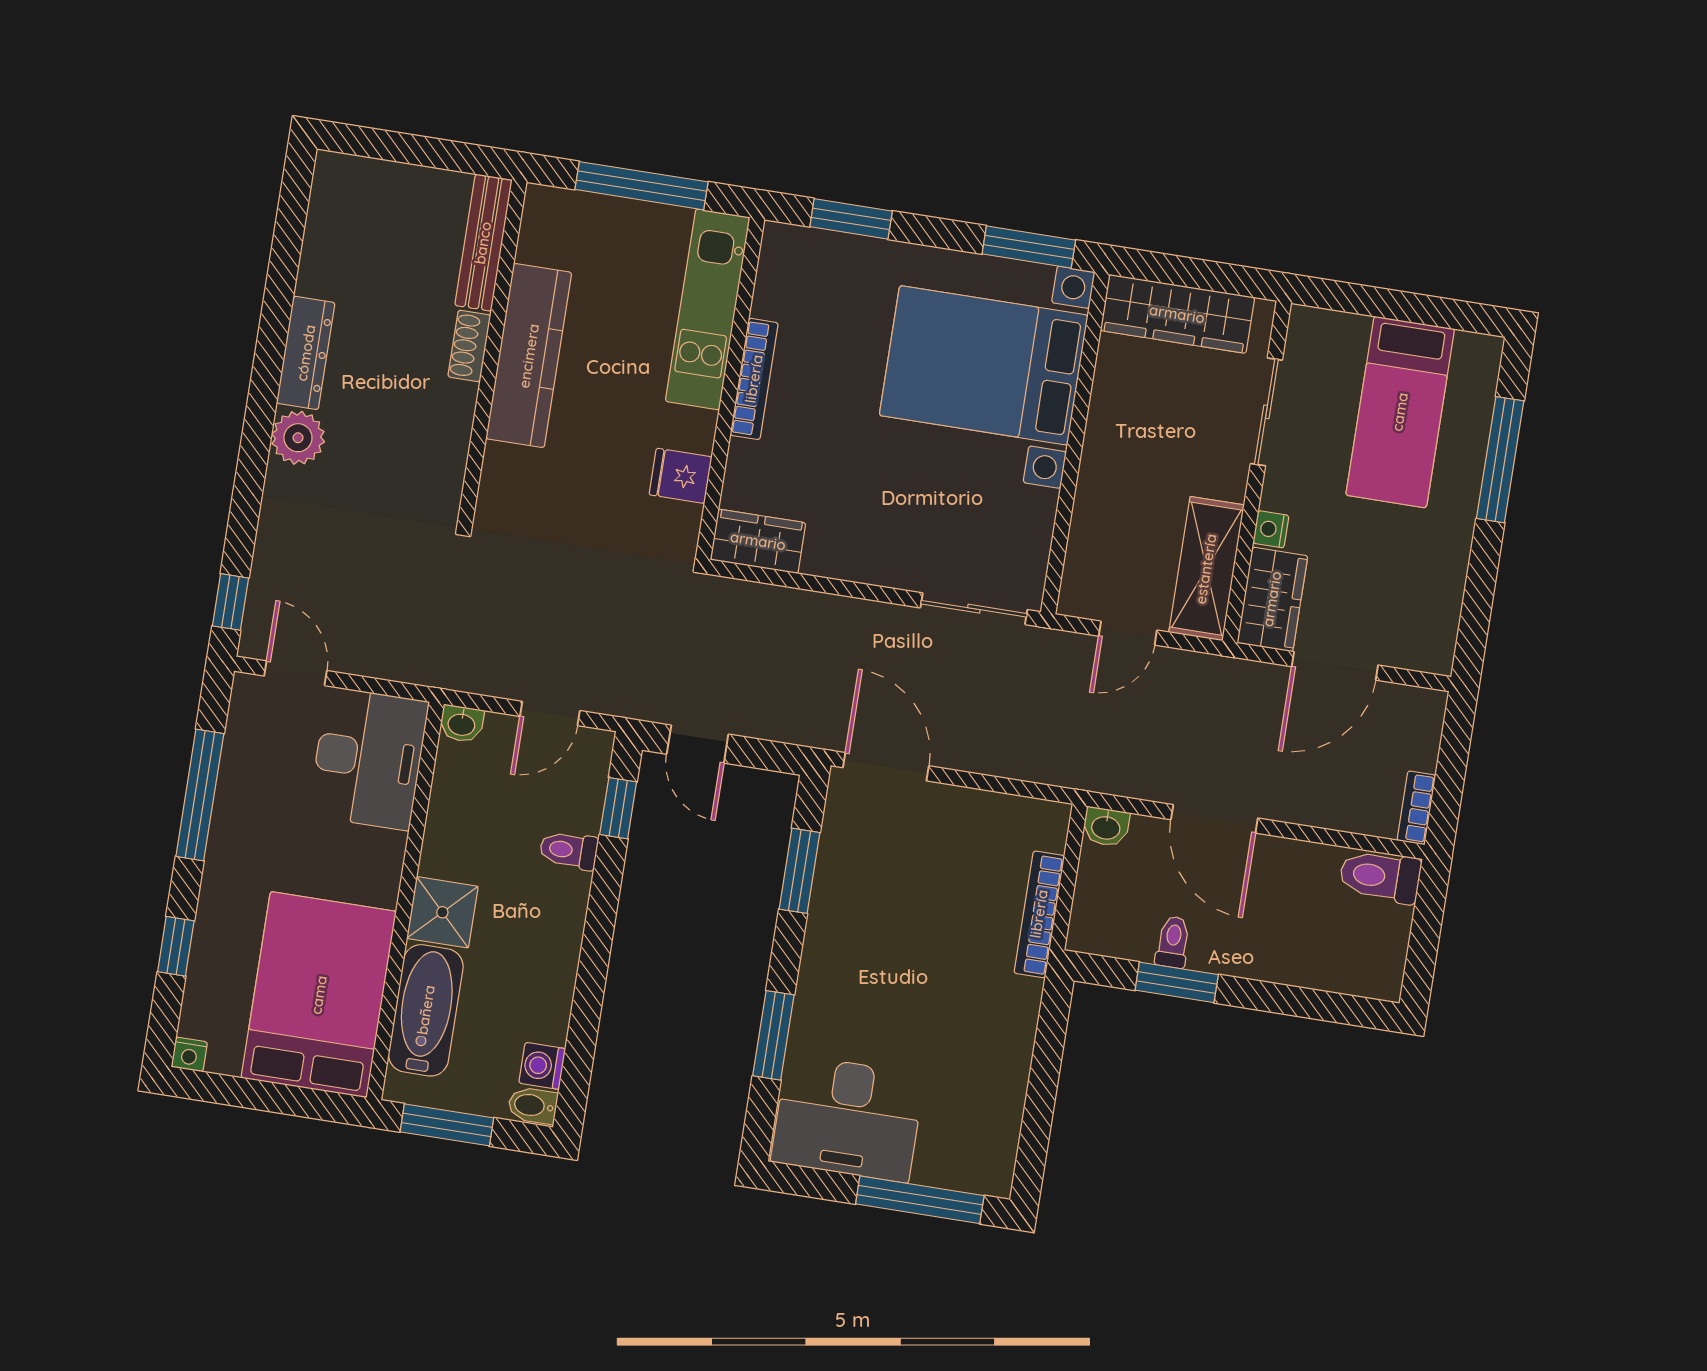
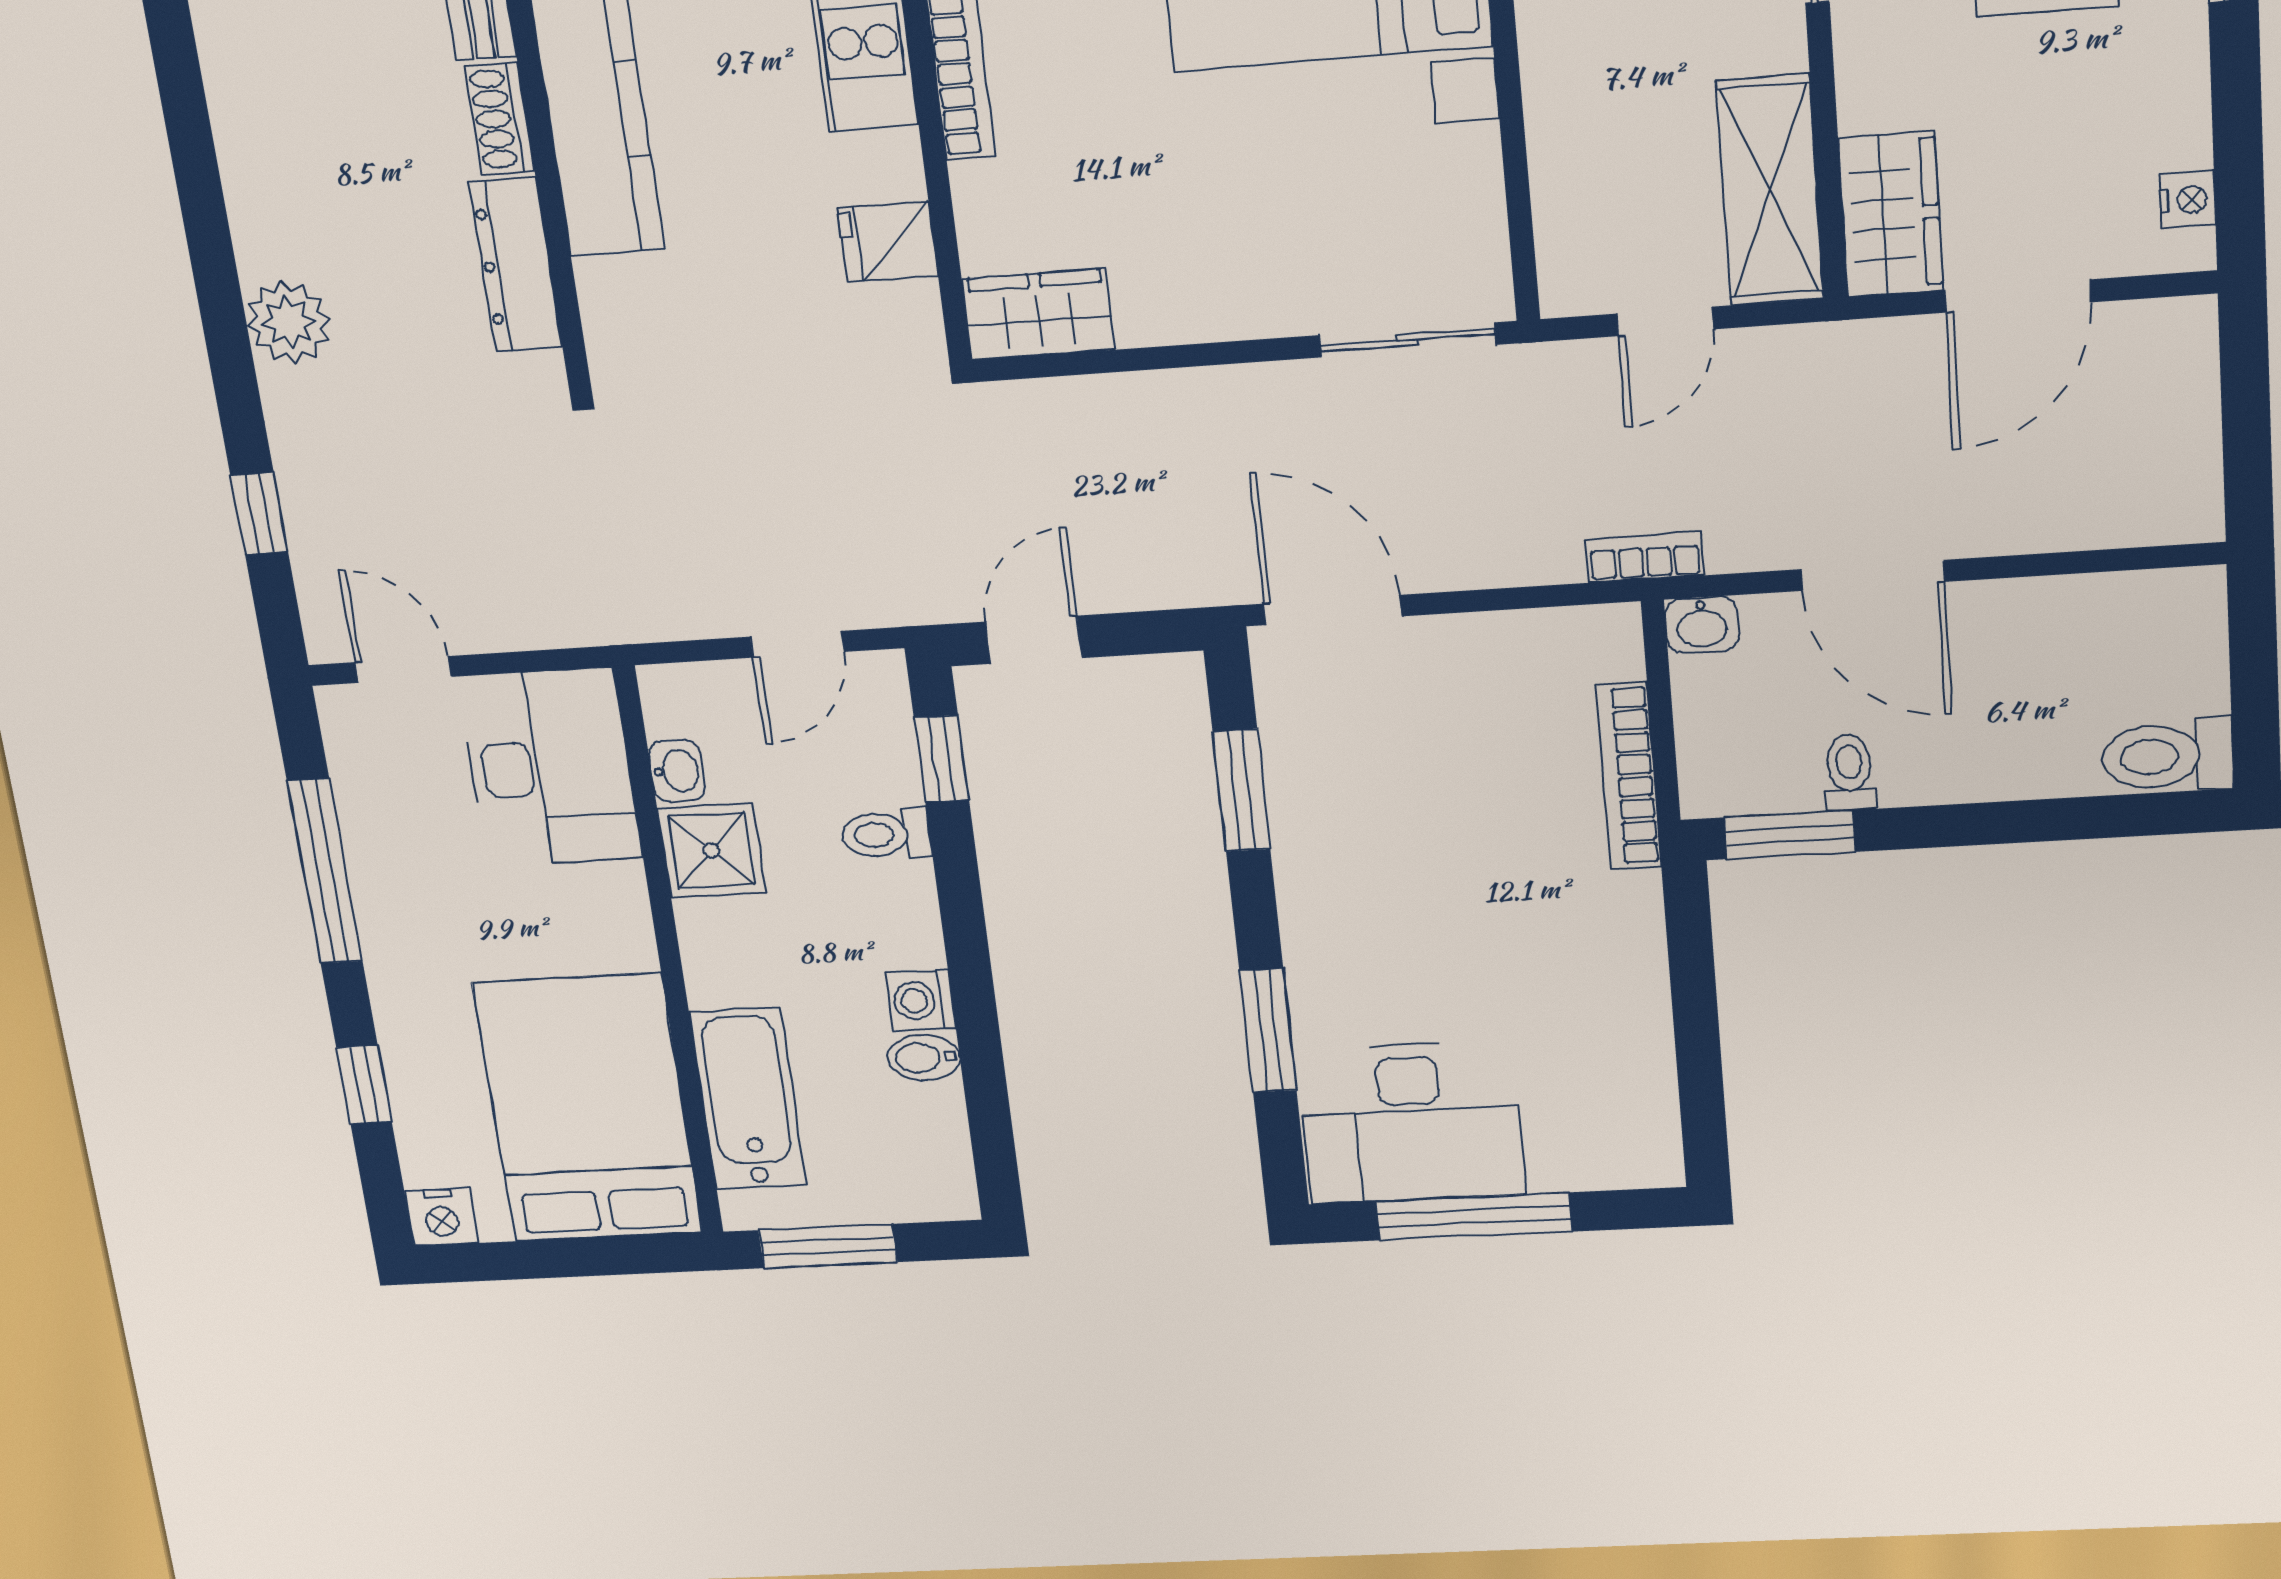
dresser: (306, 353) -> (516, 265), moved, turned 180
nightstand: (1271, 529) -> (2188, 200), moved, turned 180
window: (230, 602) -> (259, 513), moved
washbasin: (462, 724) -> (677, 771), moved, turned -90
door: (698, 744) -> (1033, 640), swing flipped
bookcase: (1416, 808) -> (1645, 557), moved, turned 90
toilet: (1380, 876) -> (2168, 756), moved
shower: (442, 912) -> (712, 850), moved
window: (1177, 982) -> (1790, 835), moved
nightstand: (189, 1054) -> (441, 1217), width x1.39, depth x1.35
washing machine: (542, 1066) -> (921, 1000), moved
bidet: (533, 1106) -> (924, 1058), moved
window: (920, 1200) -> (1474, 1216), moved

